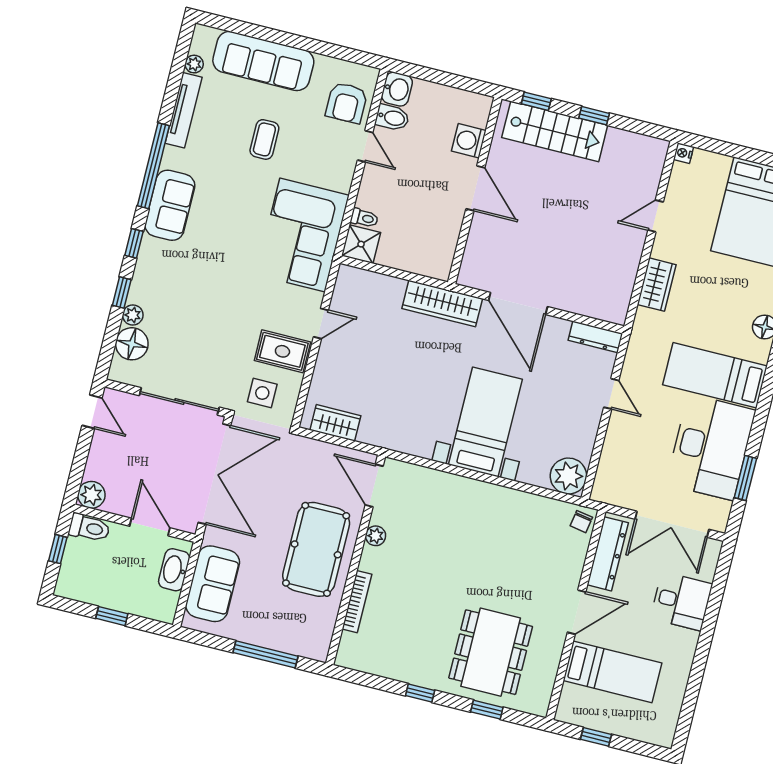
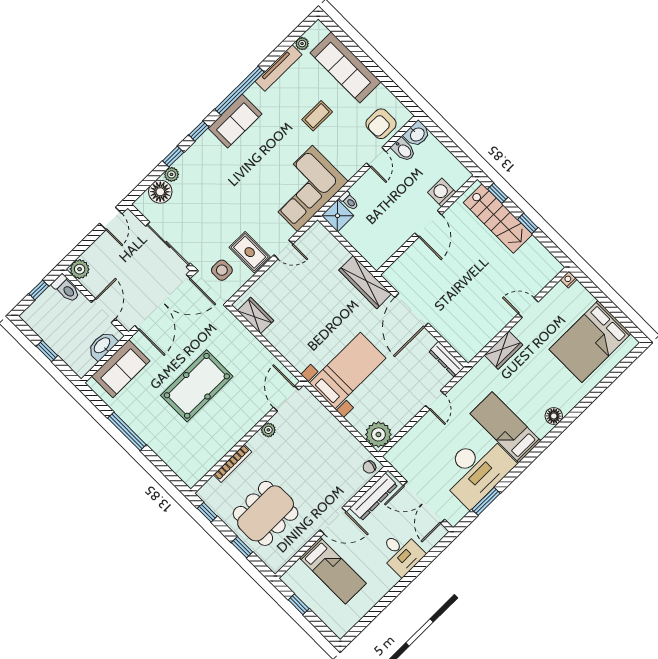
door: (374, 486) -> (286, 399), moved
plant: (376, 536) -> (268, 430), moved
wall: (356, 560) -> (247, 437), moved
bookcase: (357, 602) -> (233, 463), moved

